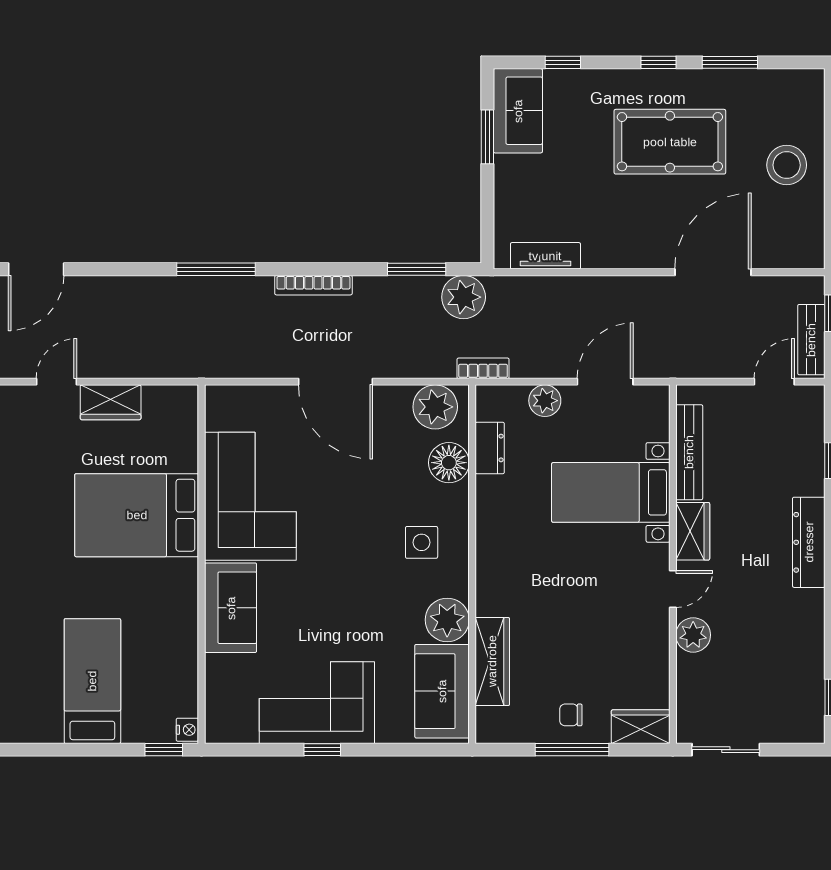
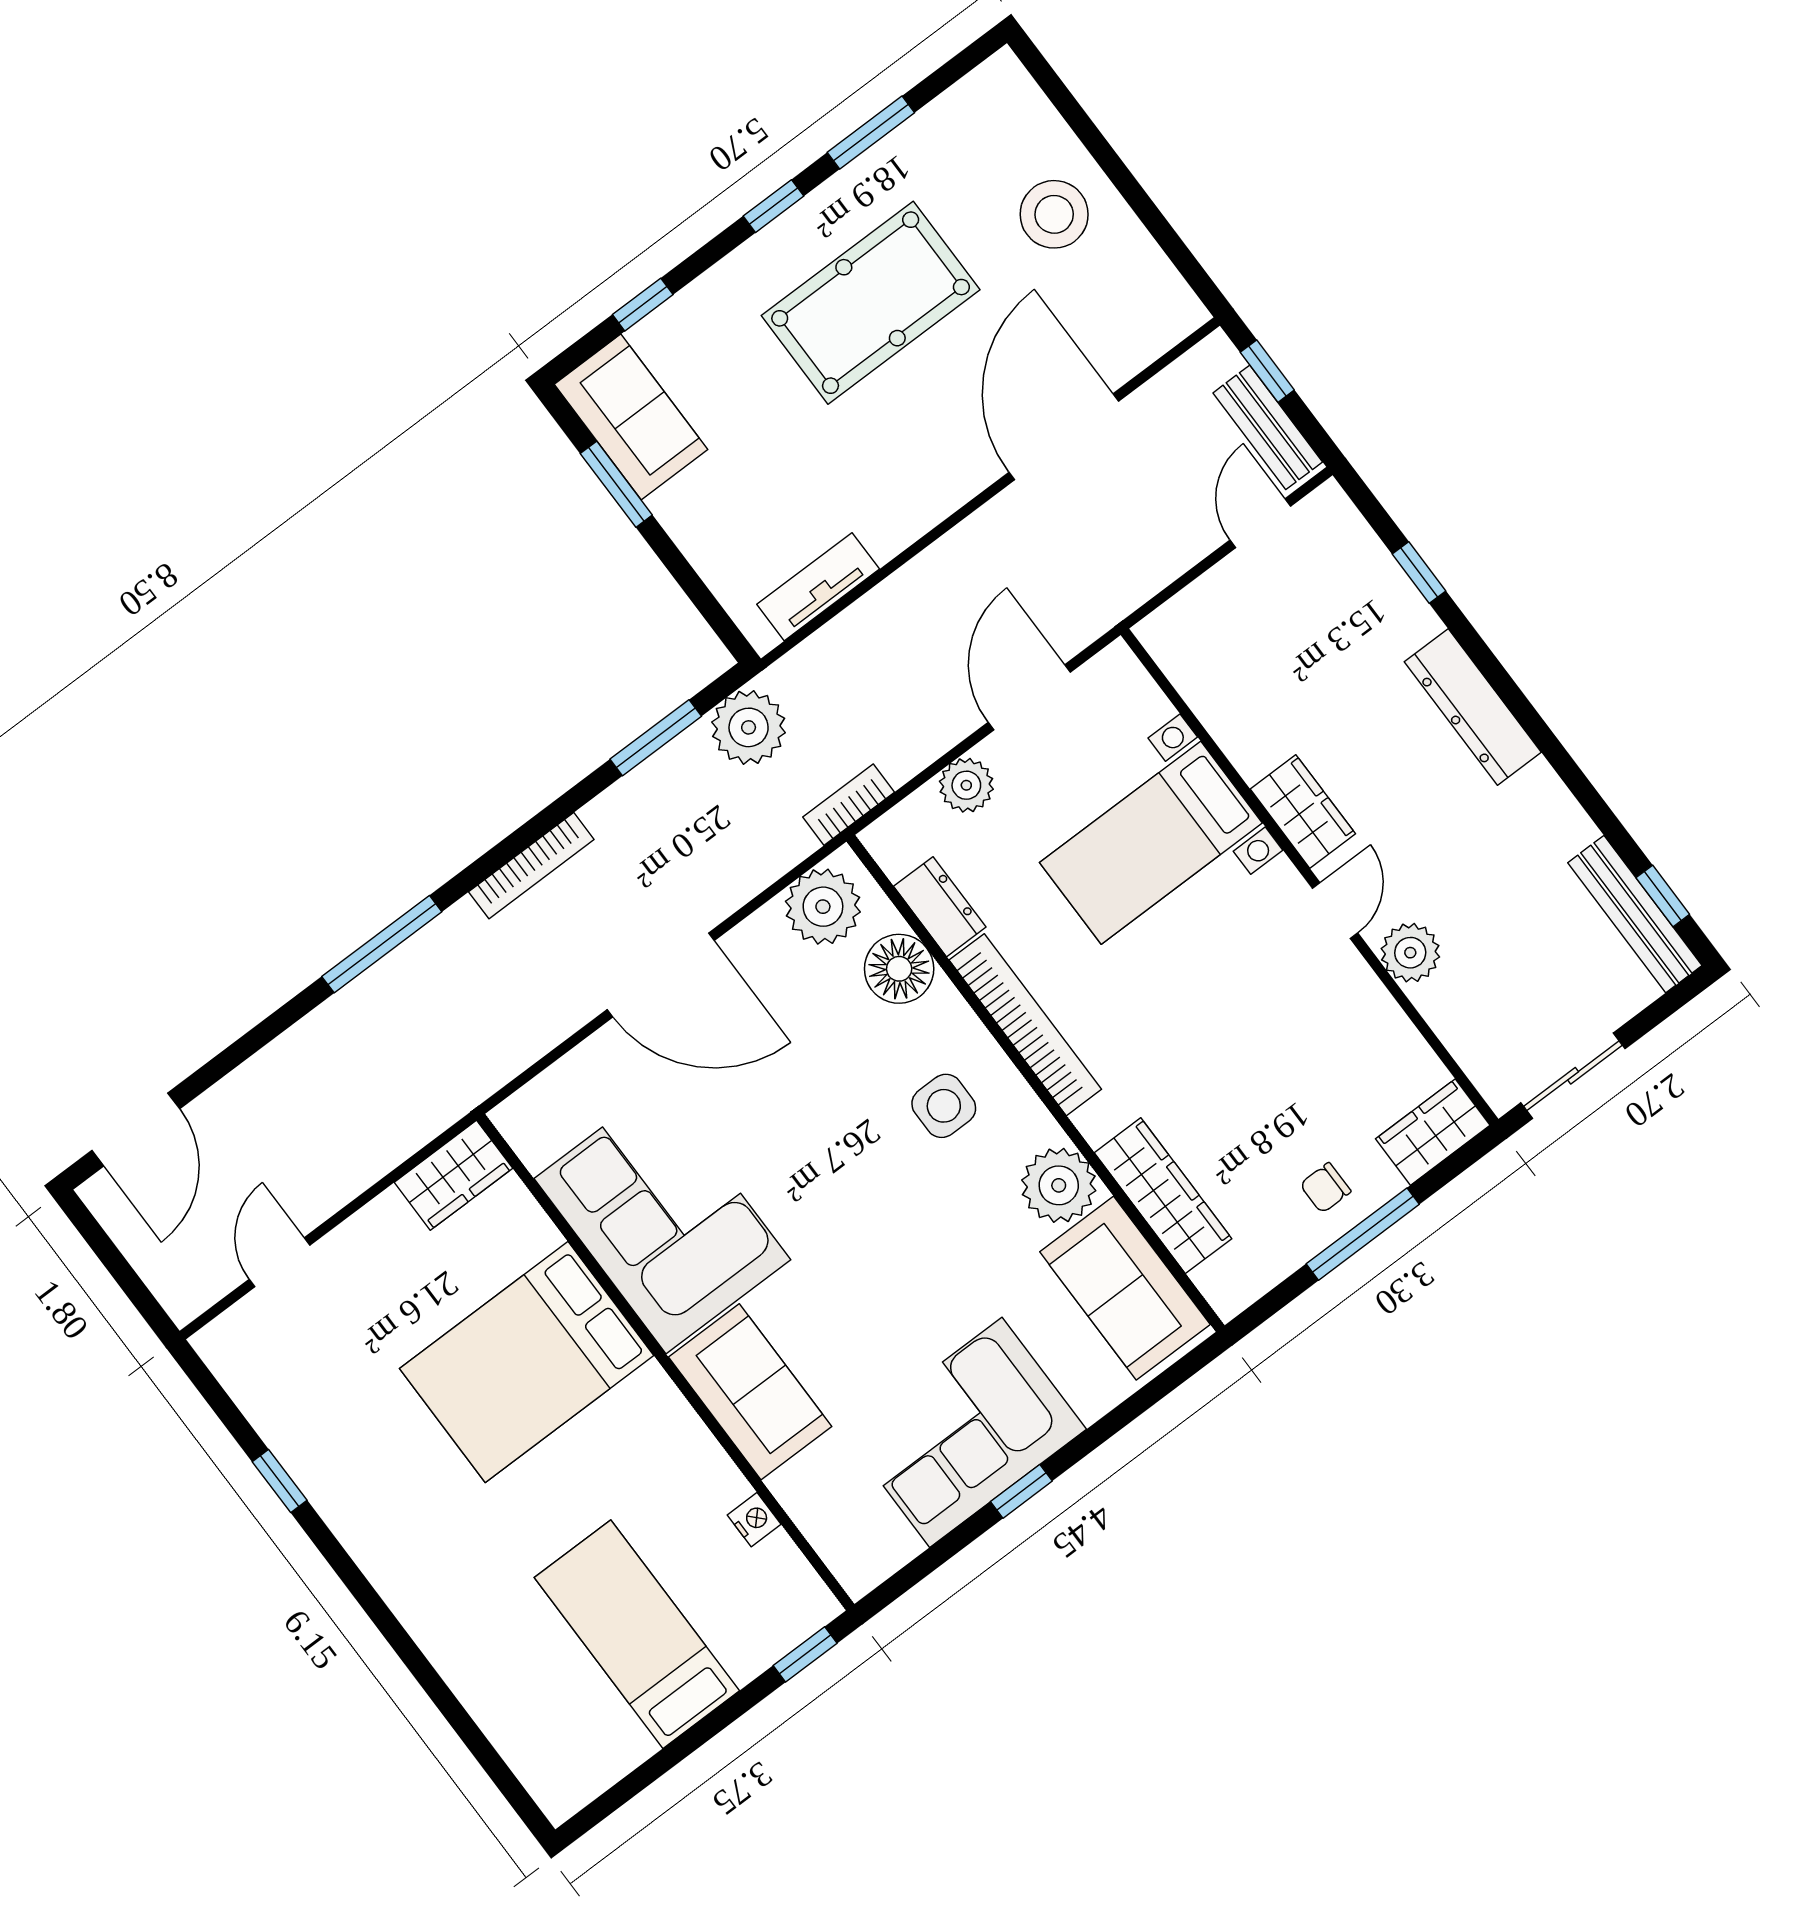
wardrobe: (111, 402) -> (453, 1175), moved
bench: (689, 452) -> (1635, 914), moved
bookcase: (488, 533) -> (1025, 1025), added
nightstand: (187, 730) -> (754, 1520), moved

